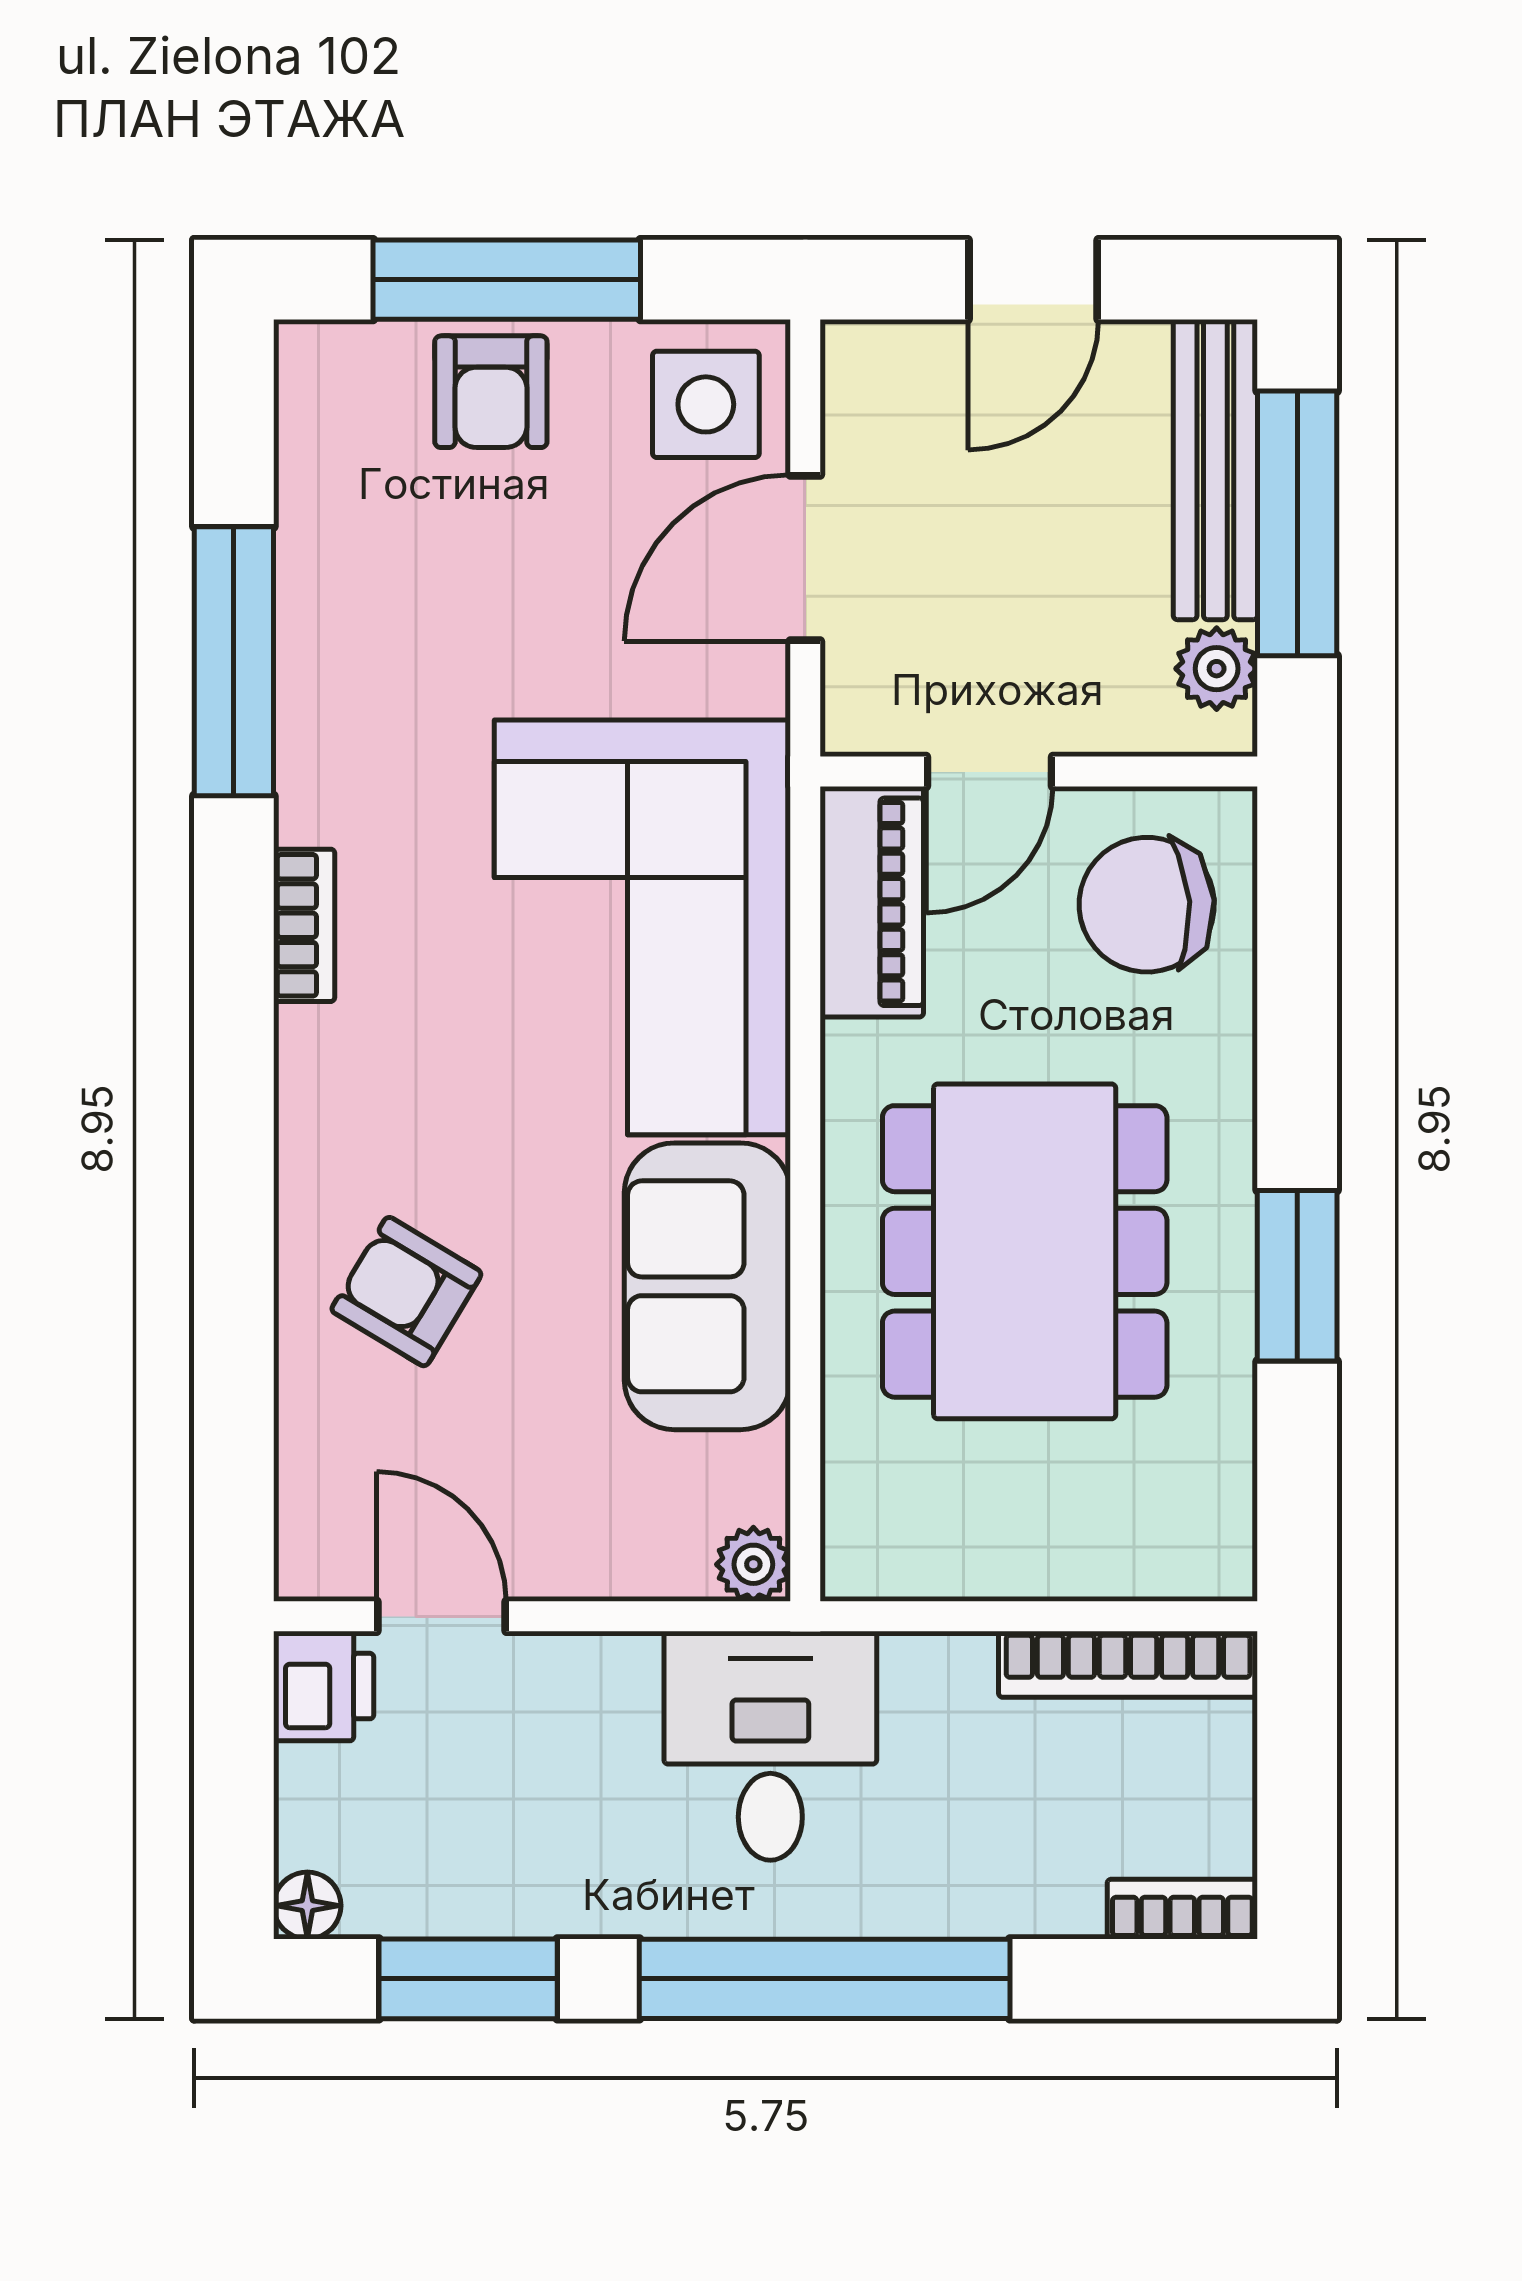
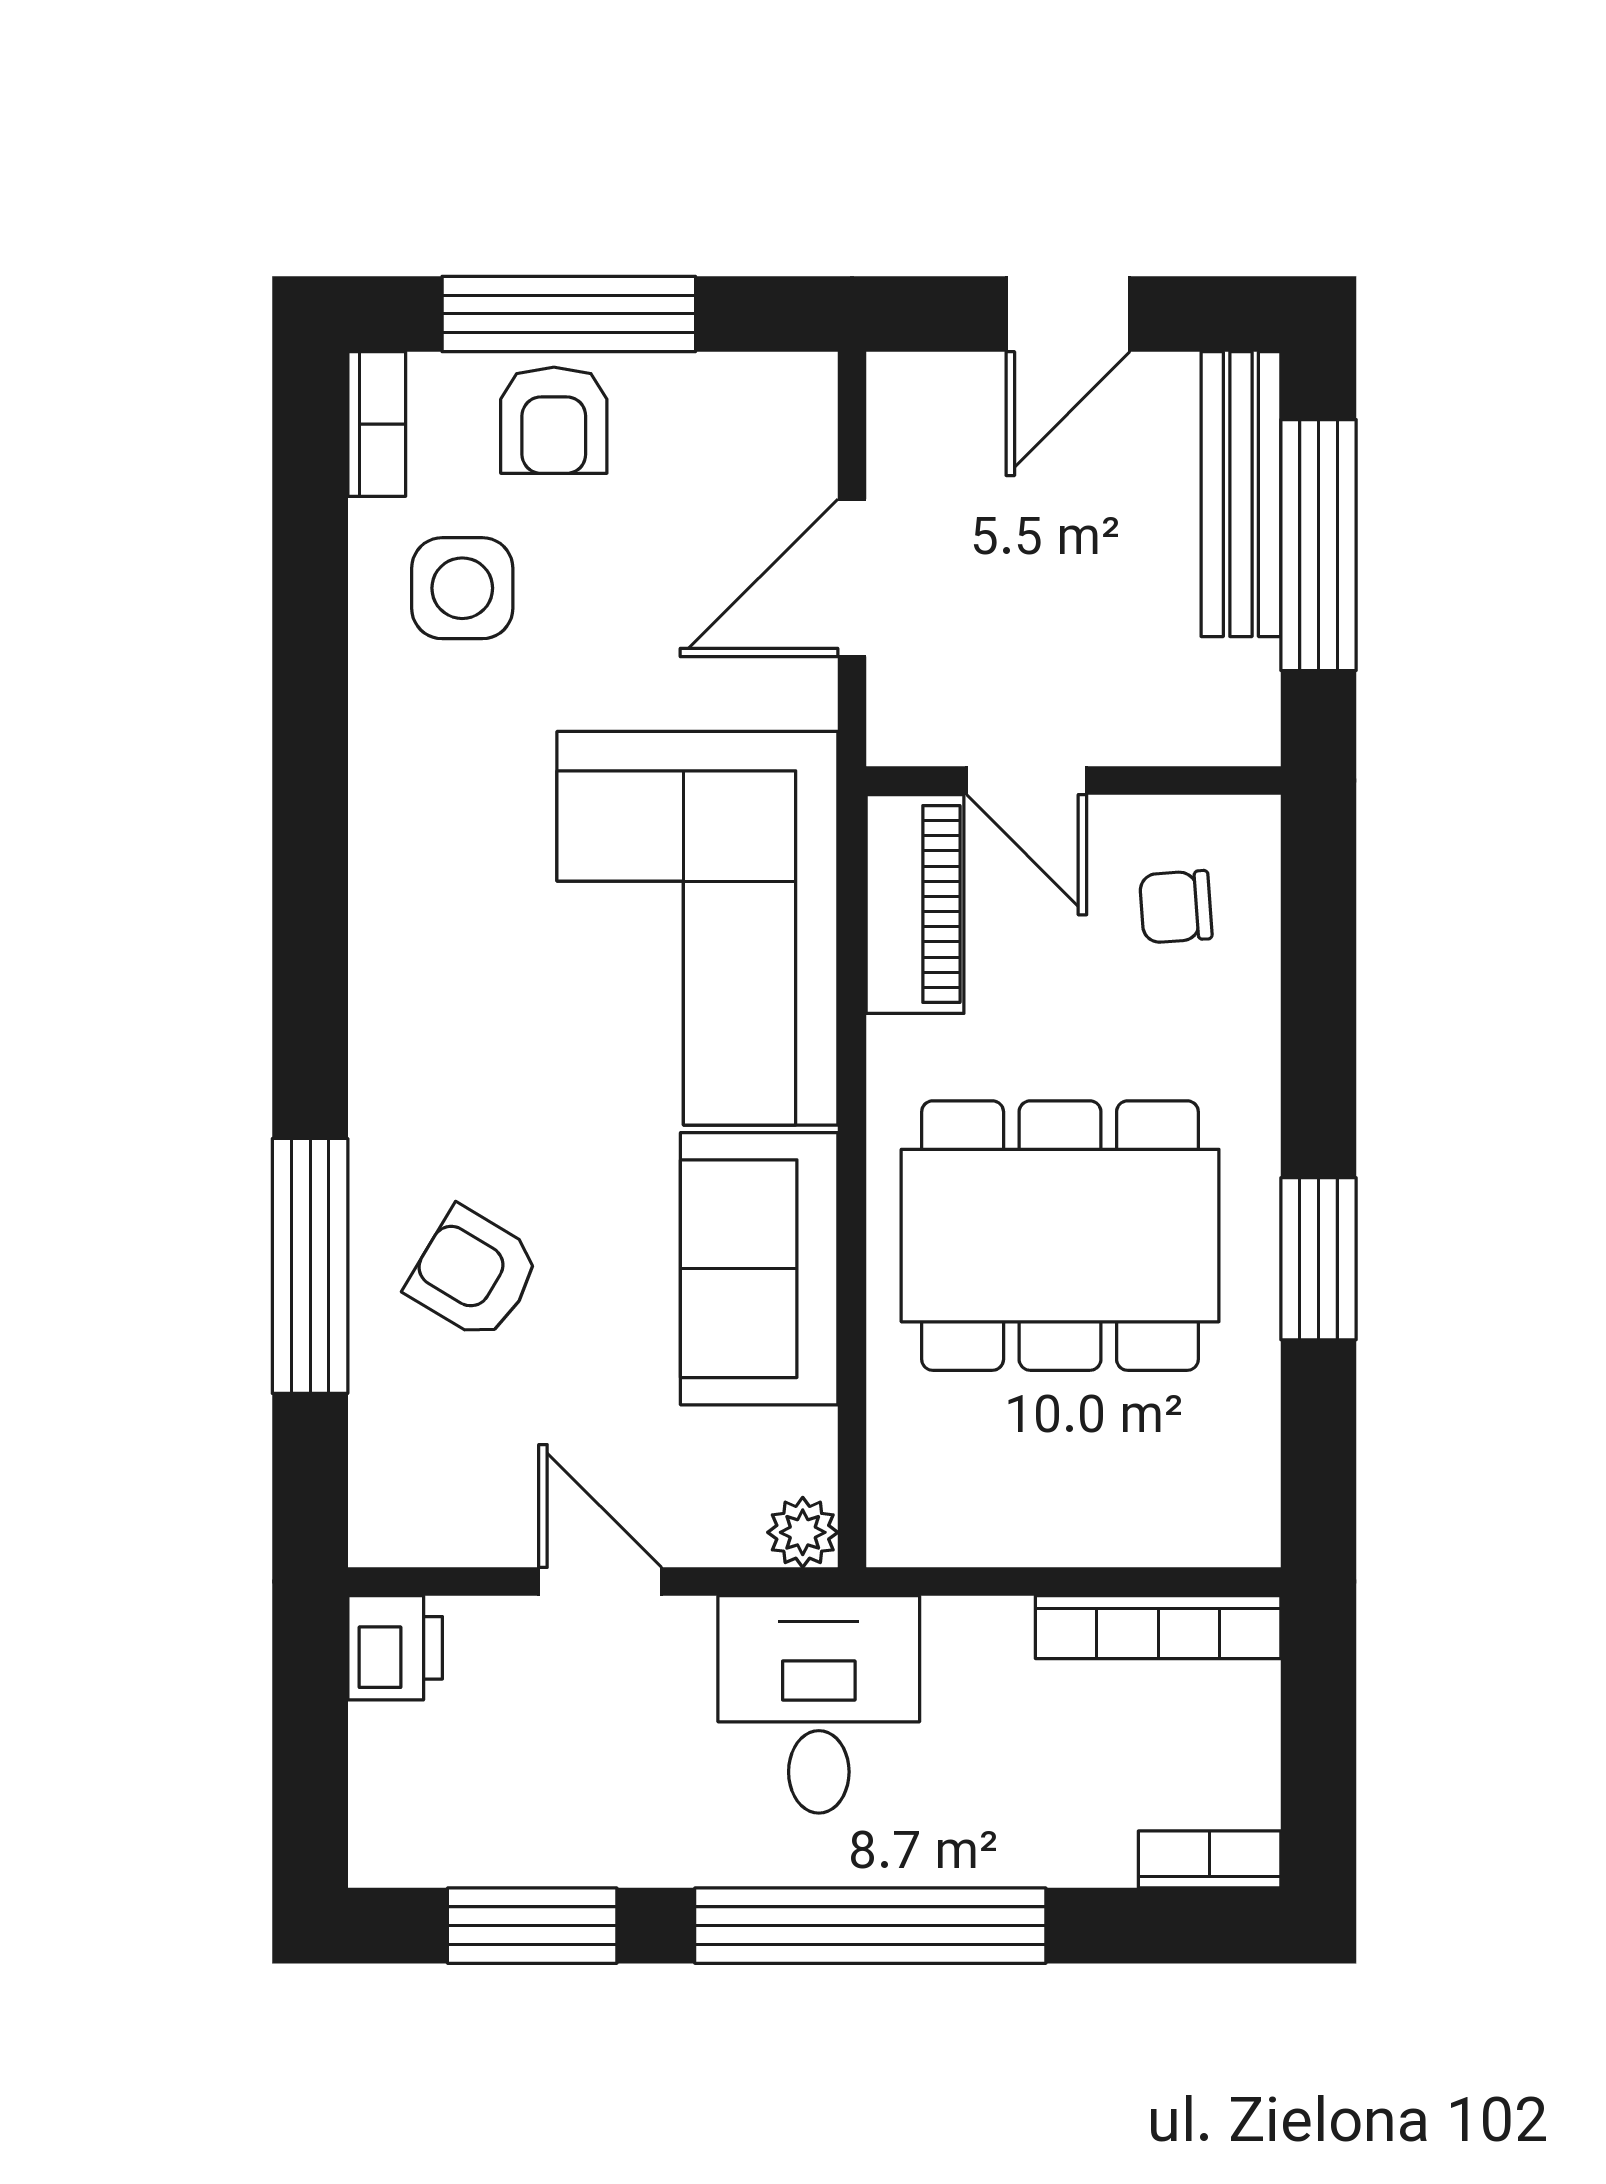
side table: (706, 404) -> (462, 588), moved
window: (234, 661) -> (310, 1266), moved
plant: (1217, 669) -> (1242, 683), removed
door: (989, 772) -> (1027, 780), hinge flipped
chair: (1147, 905) -> (1176, 907), width x0.54, depth x0.54
bookcase: (304, 925) -> (377, 424), moved
dining table: (1025, 1251) -> (1060, 1236), turned 90
door: (441, 1616) -> (600, 1582), moved
floor lamp: (307, 1906) -> (380, 1856), removed

